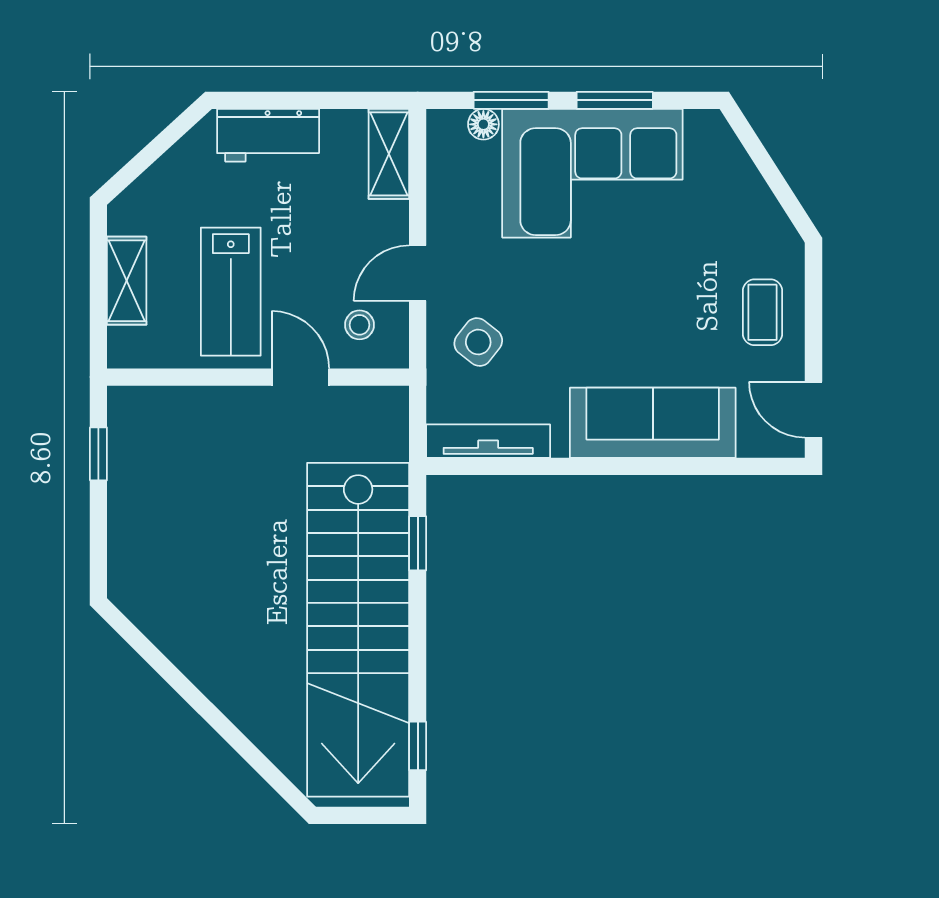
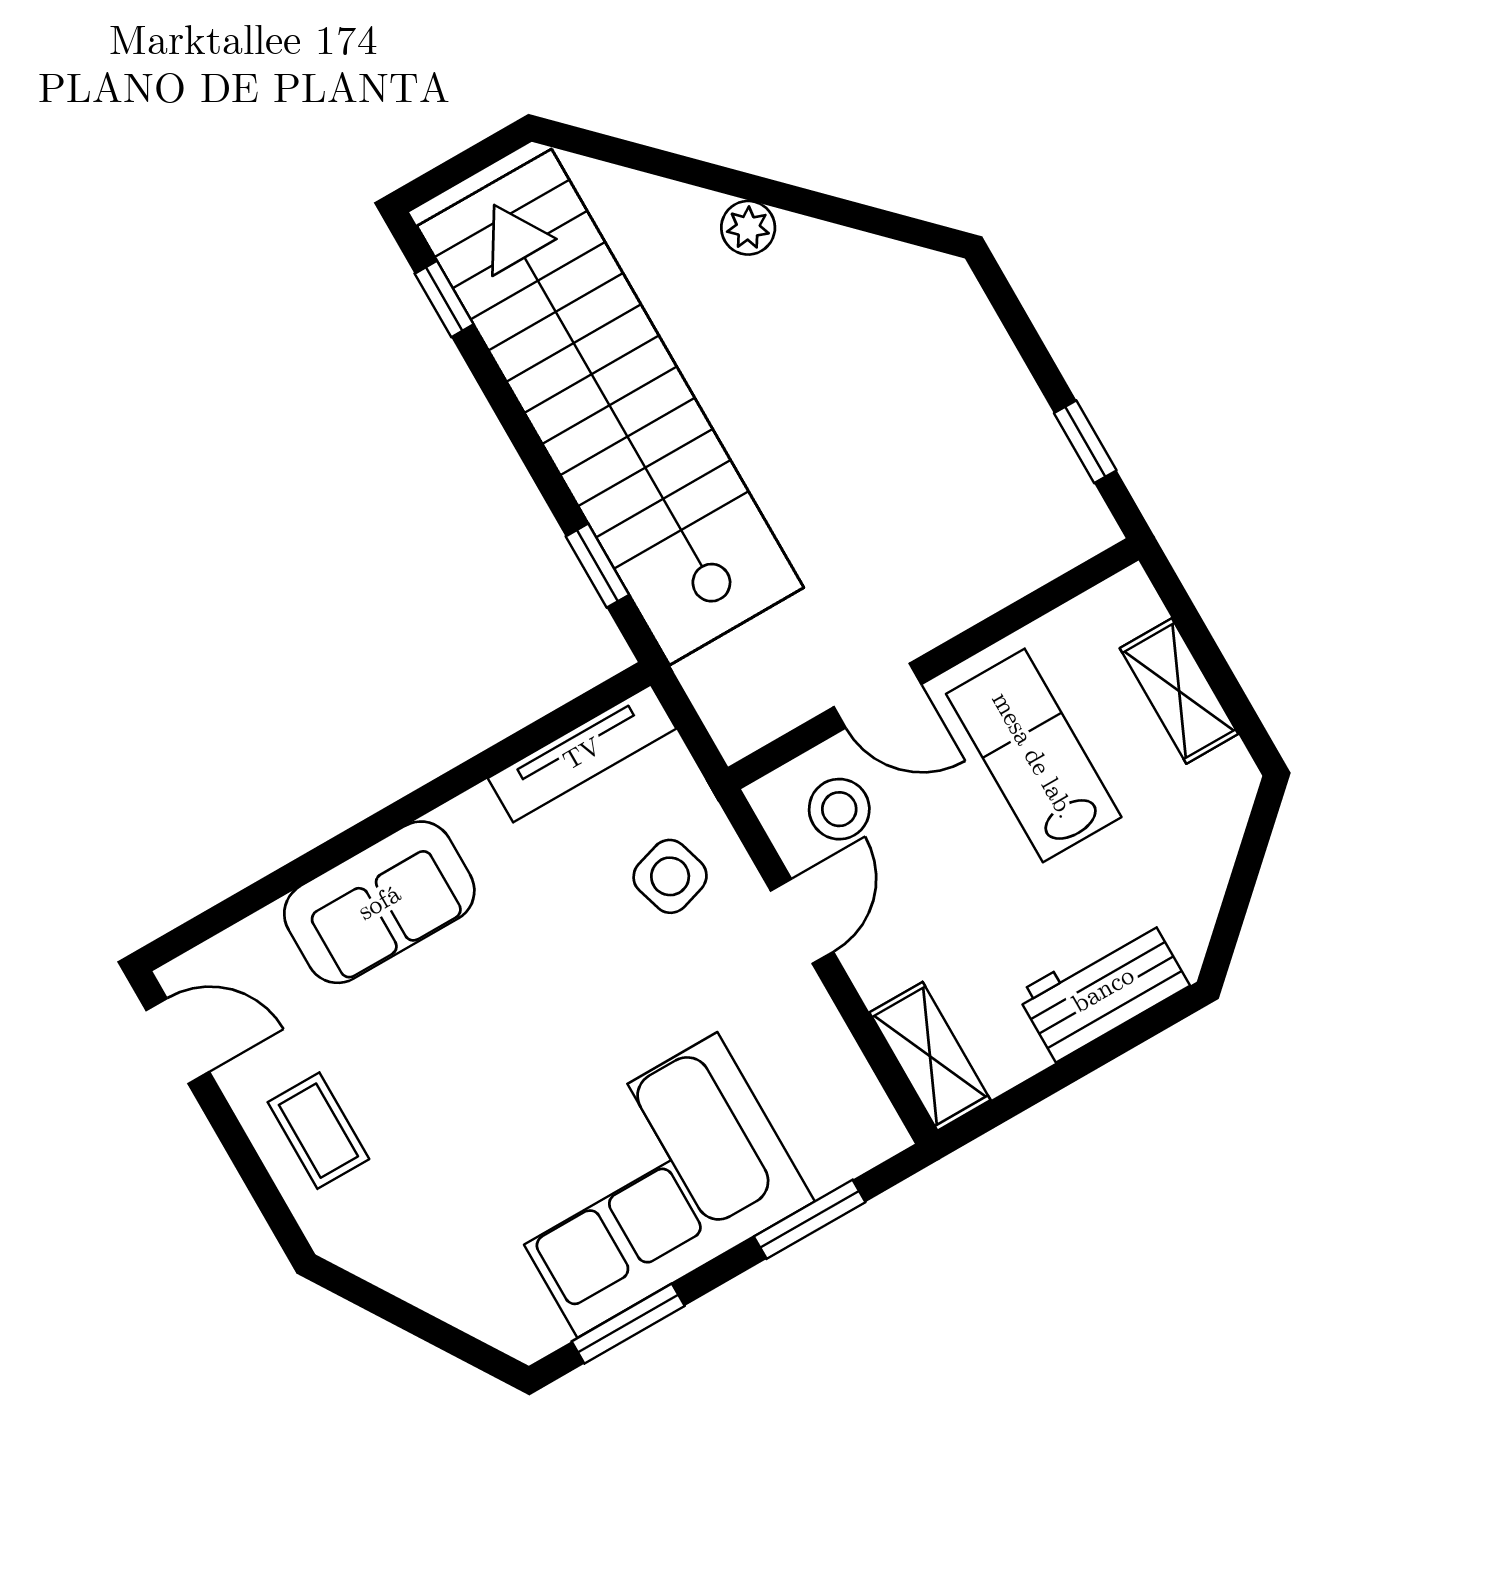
window: (615, 100) -> (628, 1324), moved
floor lamp: (483, 124) -> (828, 1167), removed
stool: (360, 325) -> (839, 809), width x1.37, depth x1.37
side table: (478, 342) -> (670, 876), turned 35
sofa: (653, 423) -> (379, 902), width x0.73
plant: (221, 687) -> (748, 228), added

